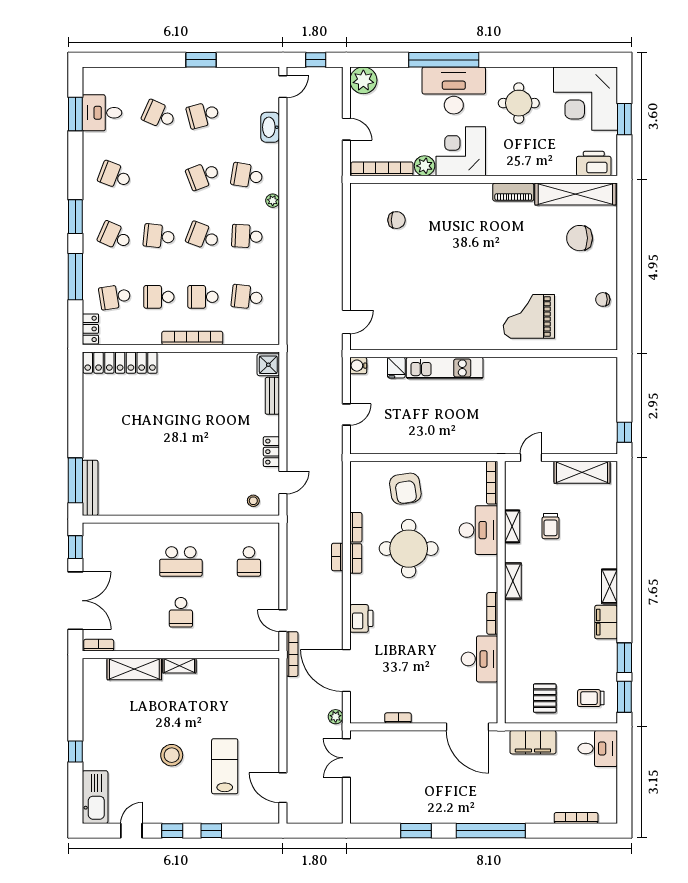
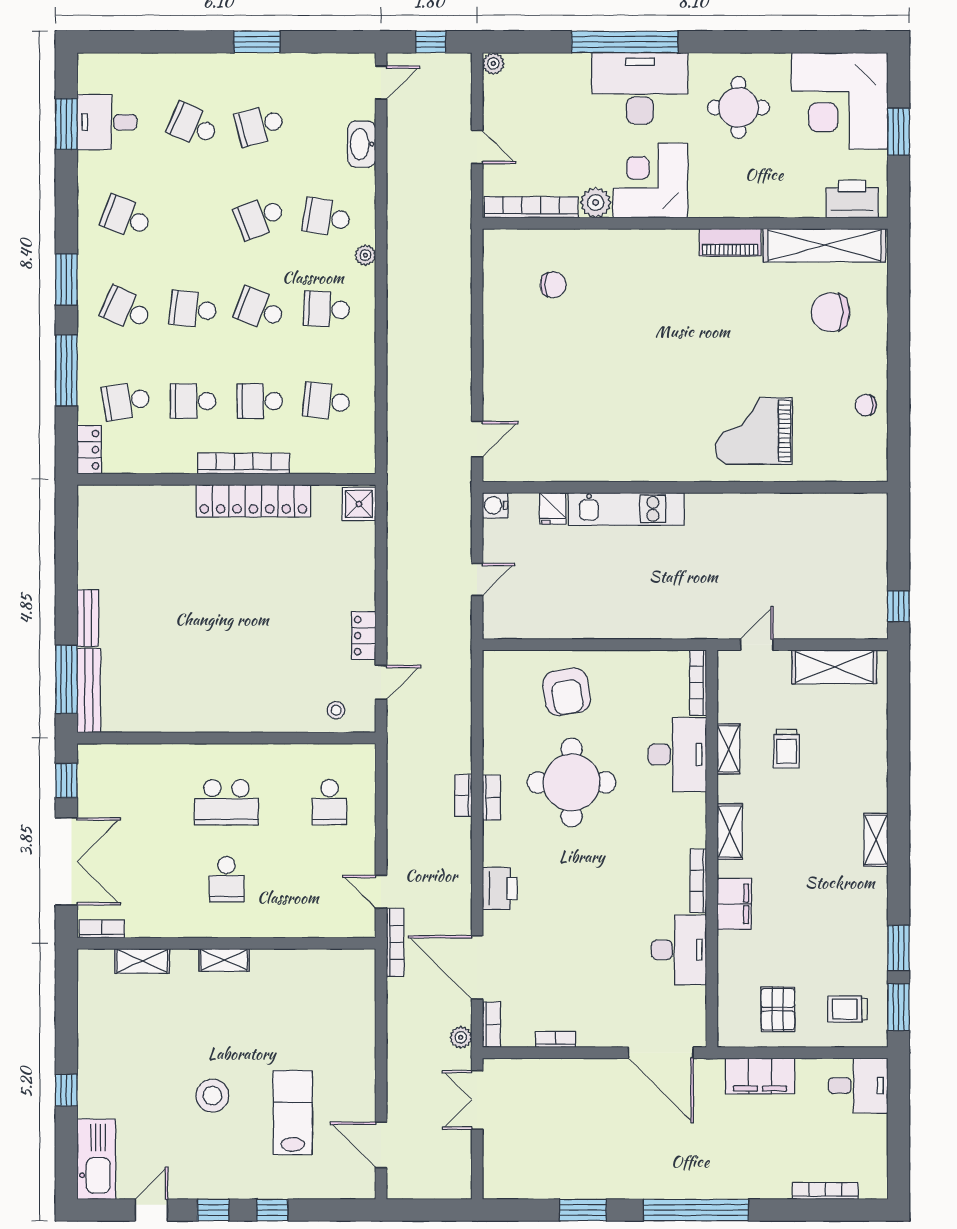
plant: (363, 80) -> (493, 63), width x0.53, depth x0.53
locker: (120, 363) -> (253, 501), moved
bench: (272, 396) -> (88, 618), moved
bookcase: (356, 527) -> (491, 1025), moved
filing cabinet: (606, 622) -> (734, 904), moved, turned 180
shelving: (134, 669) -> (142, 961), width x0.67, depth x0.75

